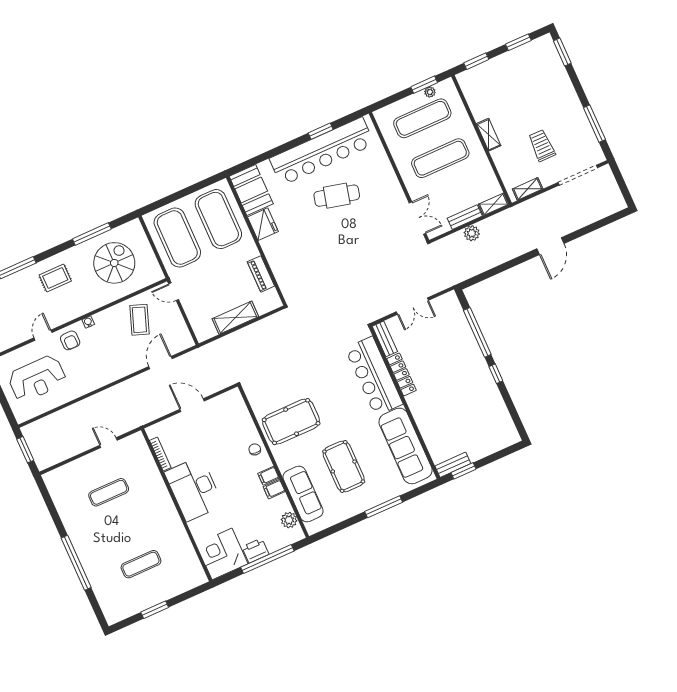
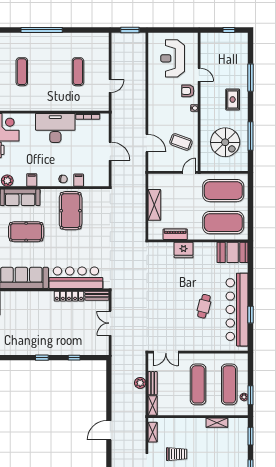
shelving: (489, 135) -> (217, 423), moved
cafe table: (337, 196) -> (204, 306), width x0.73, depth x0.74
fridge: (263, 224) -> (184, 250), moved
door: (550, 246) -> (109, 430), hinge flipped
window: (477, 332) -> (74, 358), width x0.32
door: (192, 405) -> (110, 151), hinge flipped
filing cabinet: (268, 476) -> (79, 180), moved

